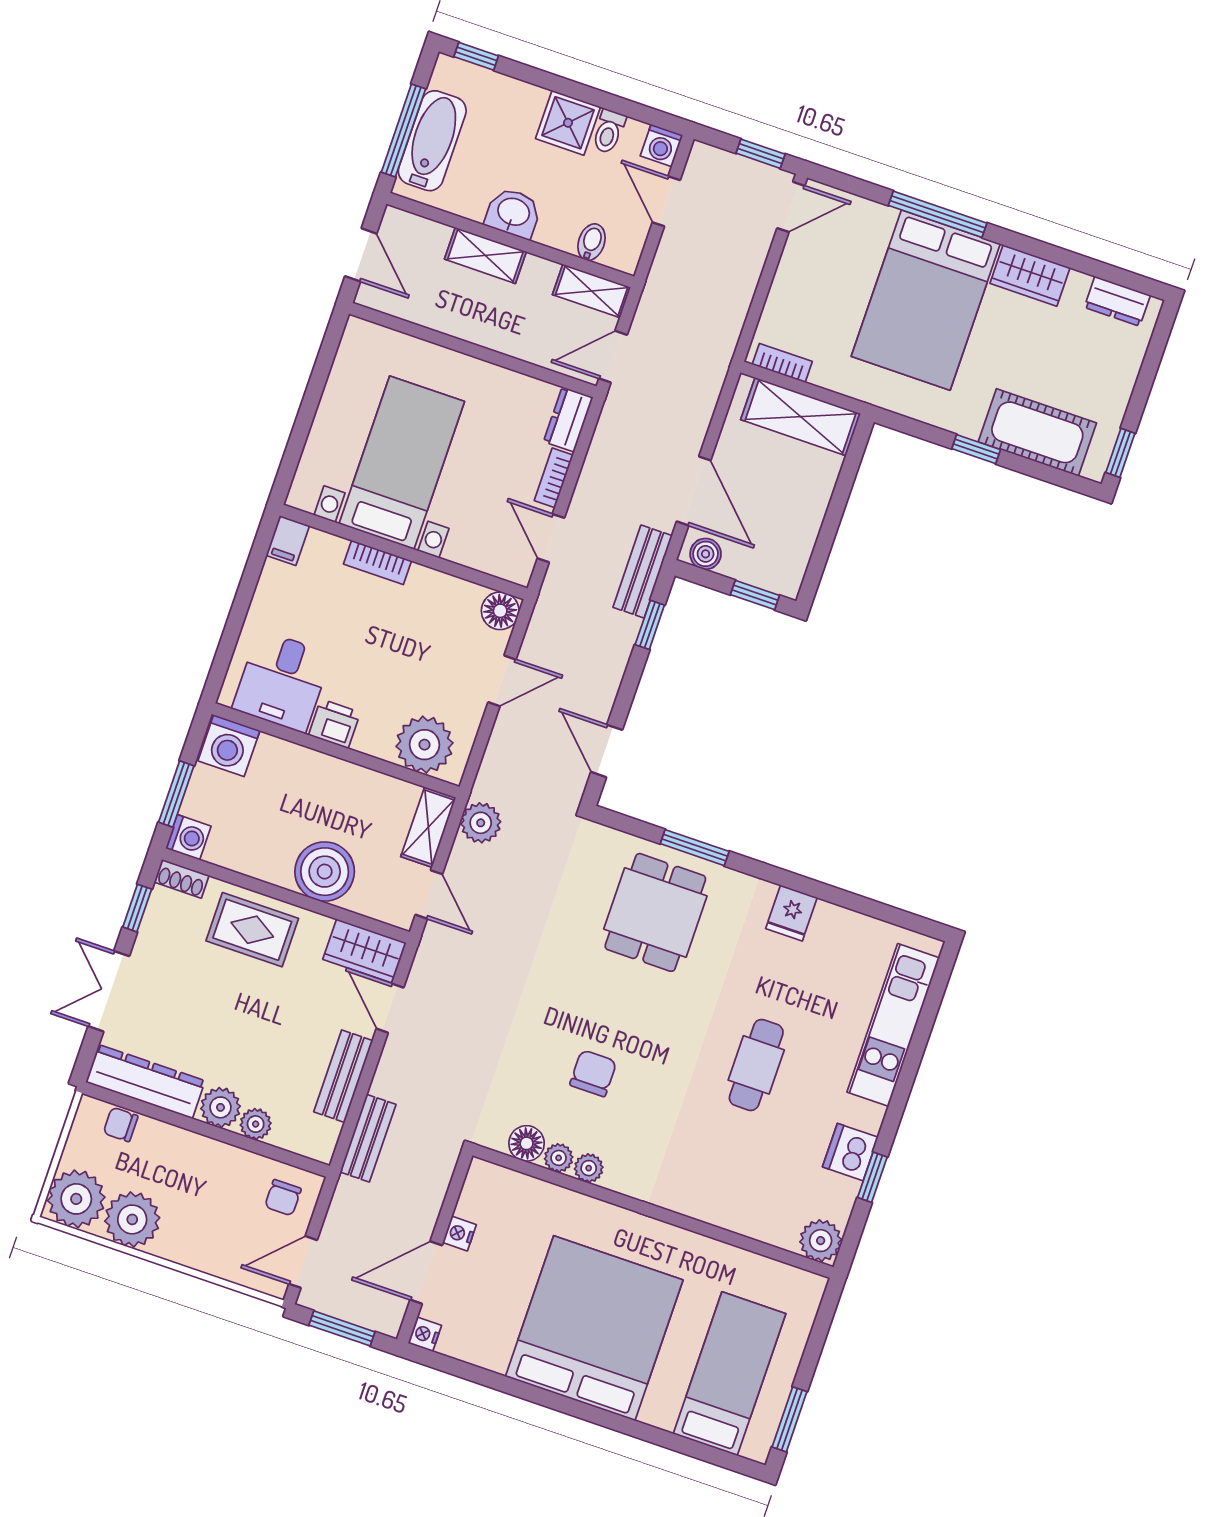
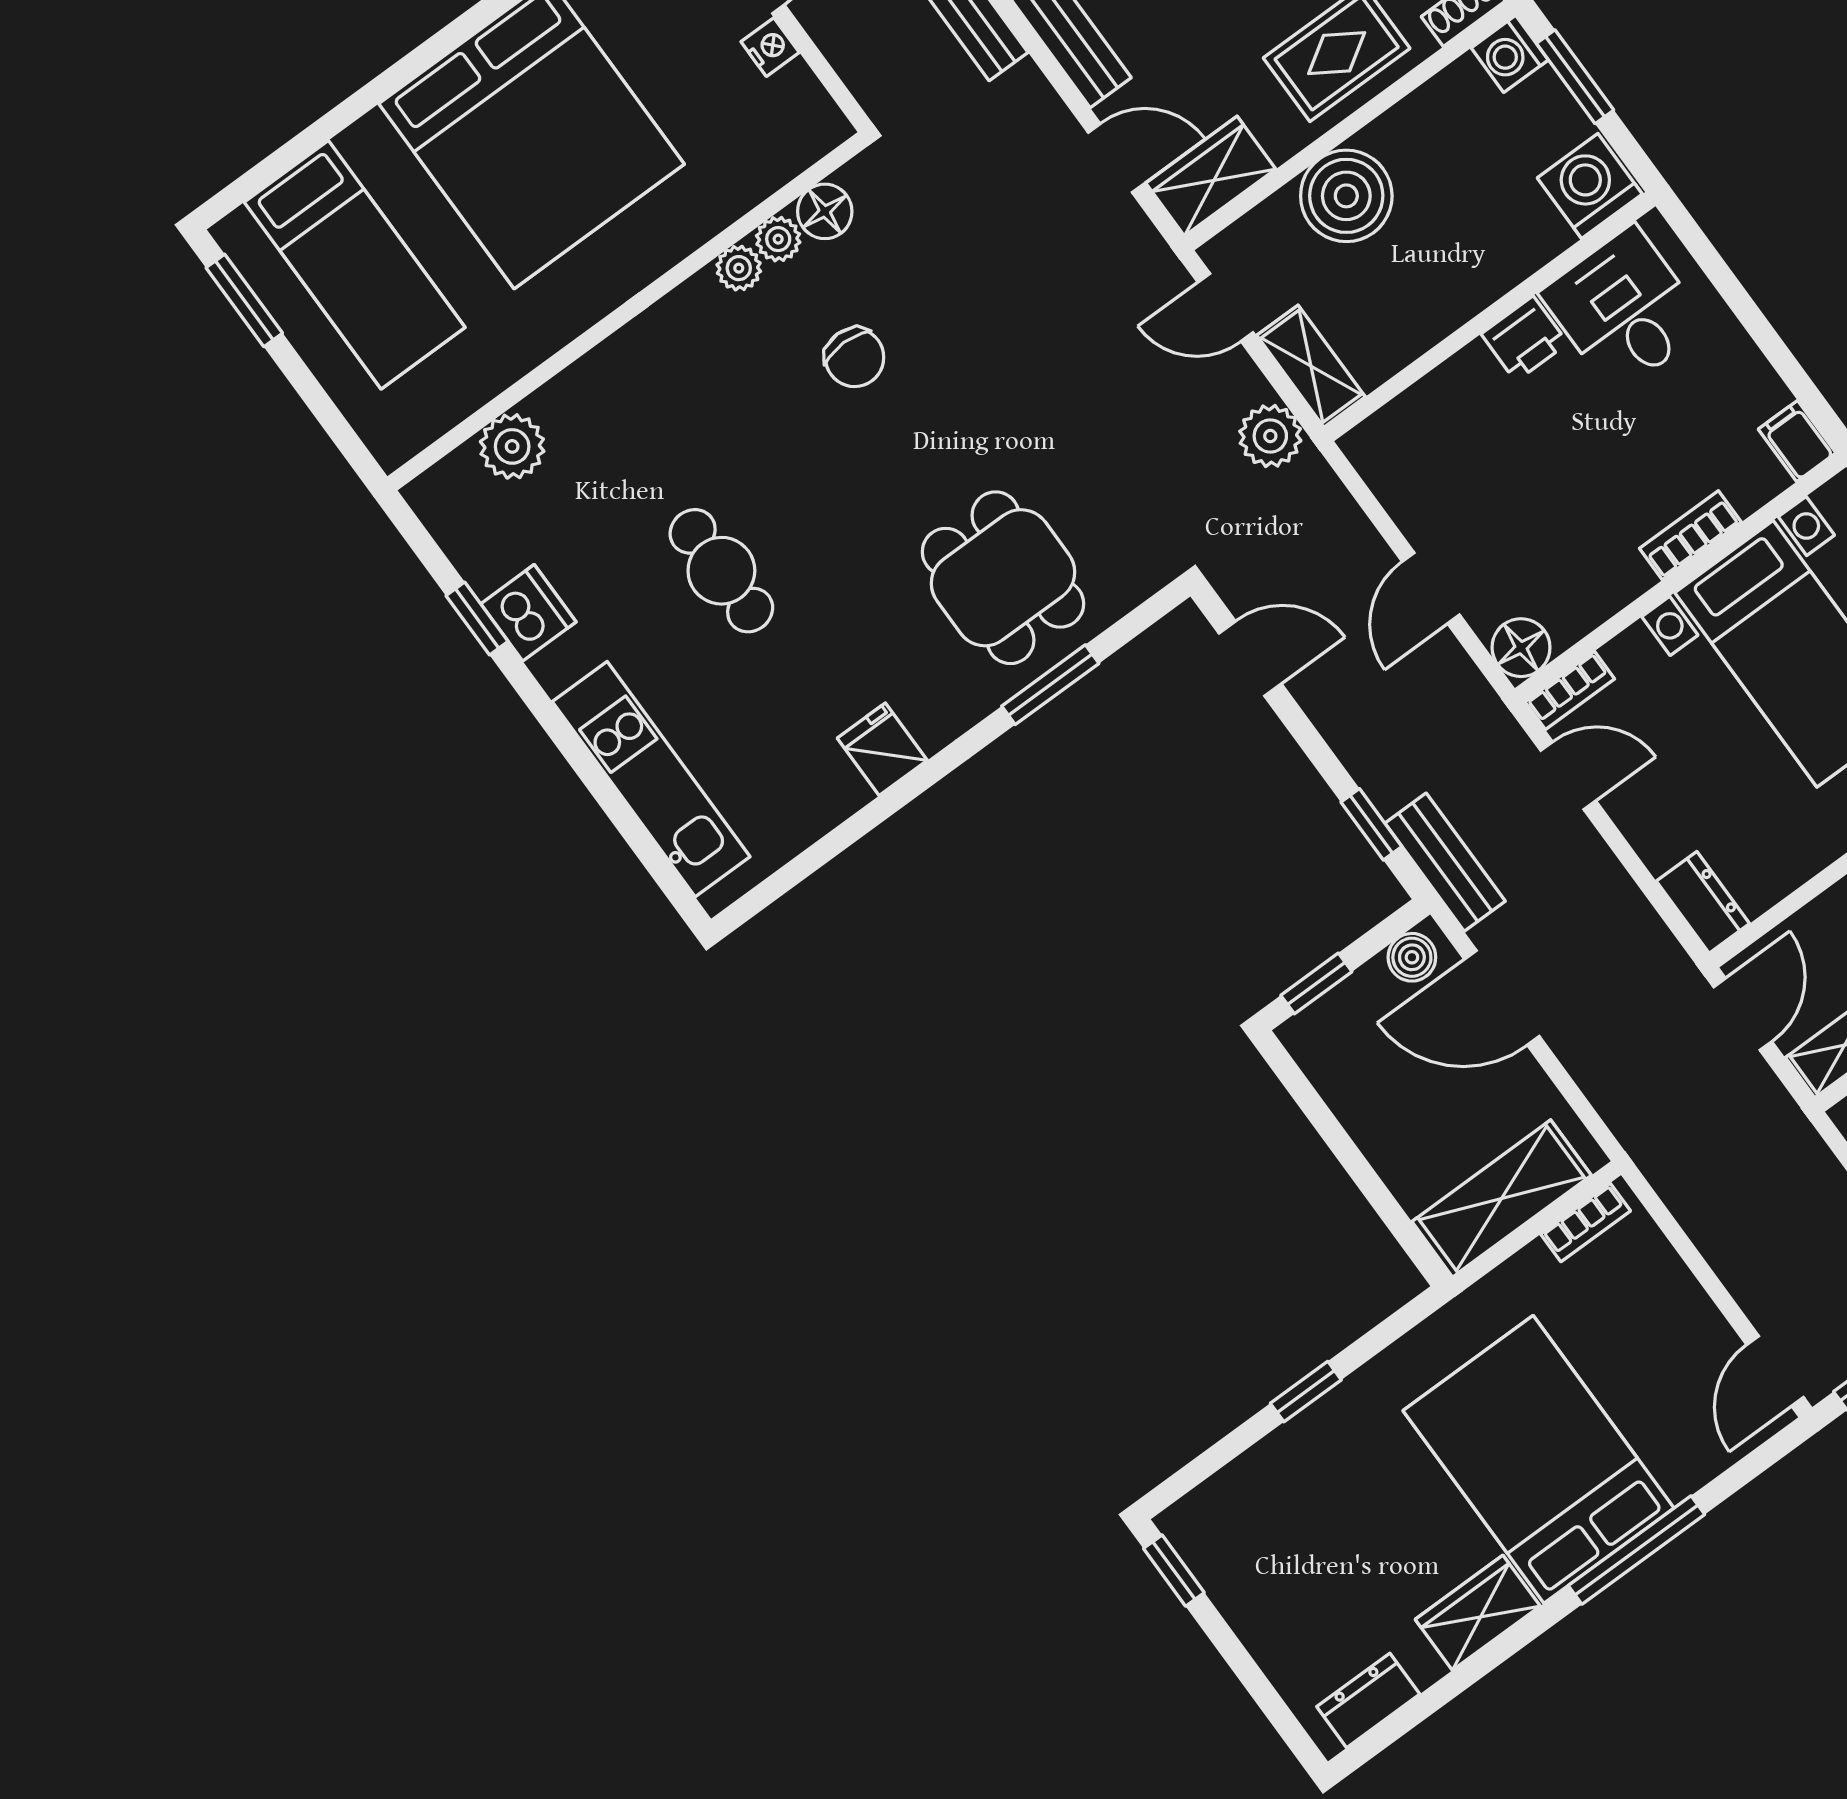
cot: (1037, 432) -> (1273, 1484), removed
bookcase: (554, 478) -> (1570, 690), moved, turned 90
plant: (425, 745) -> (1419, 434), removed
plant: (821, 1241) -> (512, 446), moved

